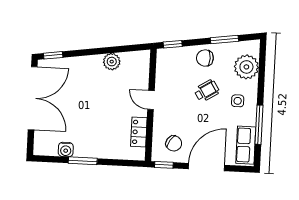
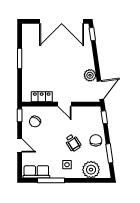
door: (134, 48) -> (100, 90), added
door: (151, 100) -> (65, 104), swing flipped
water cooler: (66, 150) -> (27, 46), removed
door: (206, 167) -> (20, 145), width x0.53

